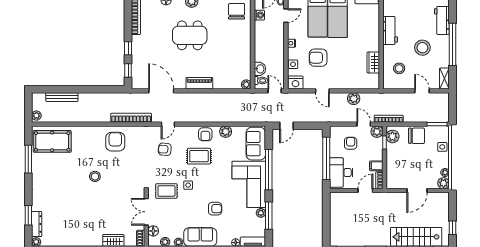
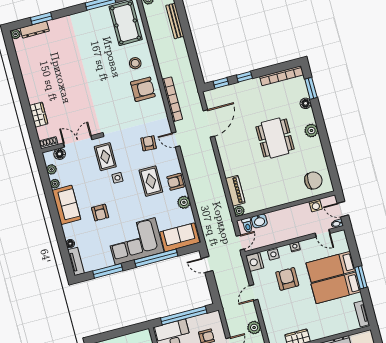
piano: (199, 83) -> (235, 191), moved
stool: (95, 176) -> (135, 63), moved
plant: (261, 213) -> (108, 262), removed

